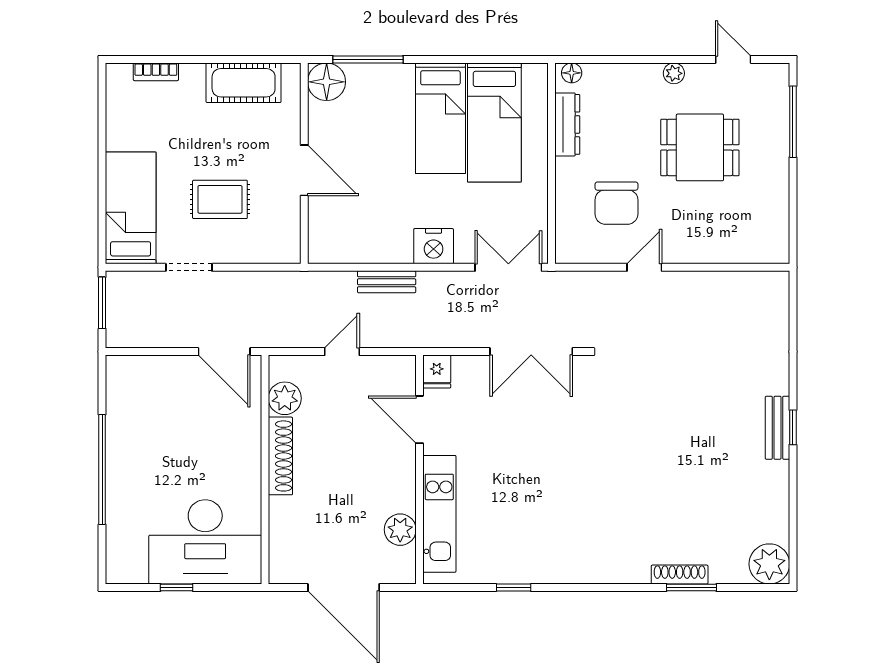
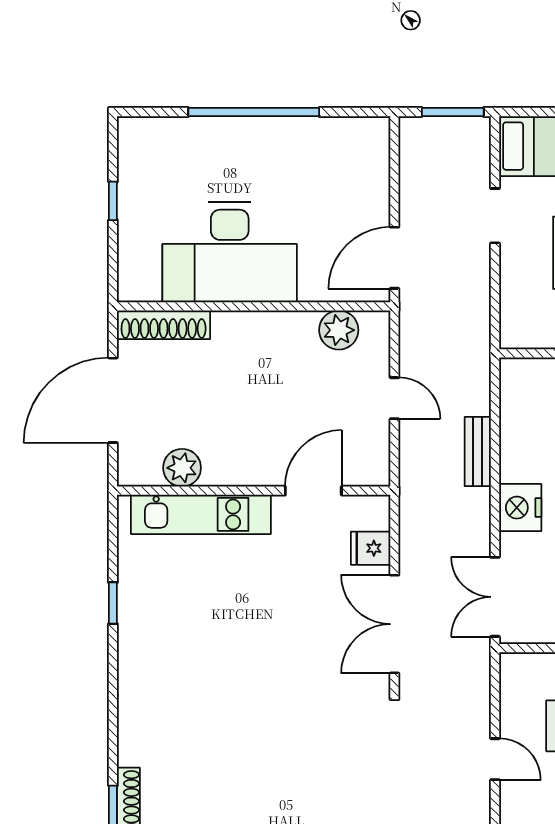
double door: (508, 267) -> (495, 597), swing flipped
fridge: (437, 372) -> (371, 548), moved
shoe rack: (280, 456) -> (164, 325), moved
desk: (205, 542) -> (230, 252), moved, turned -90

